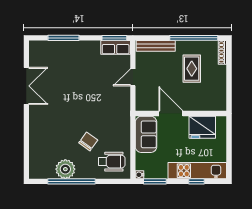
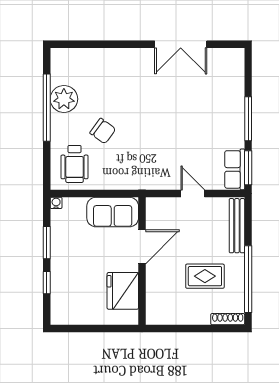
window: (64, 38) -> (248, 119), moved
kitchen unit: (197, 171) -> (62, 284), removed
window: (155, 181) -> (47, 243), moved

